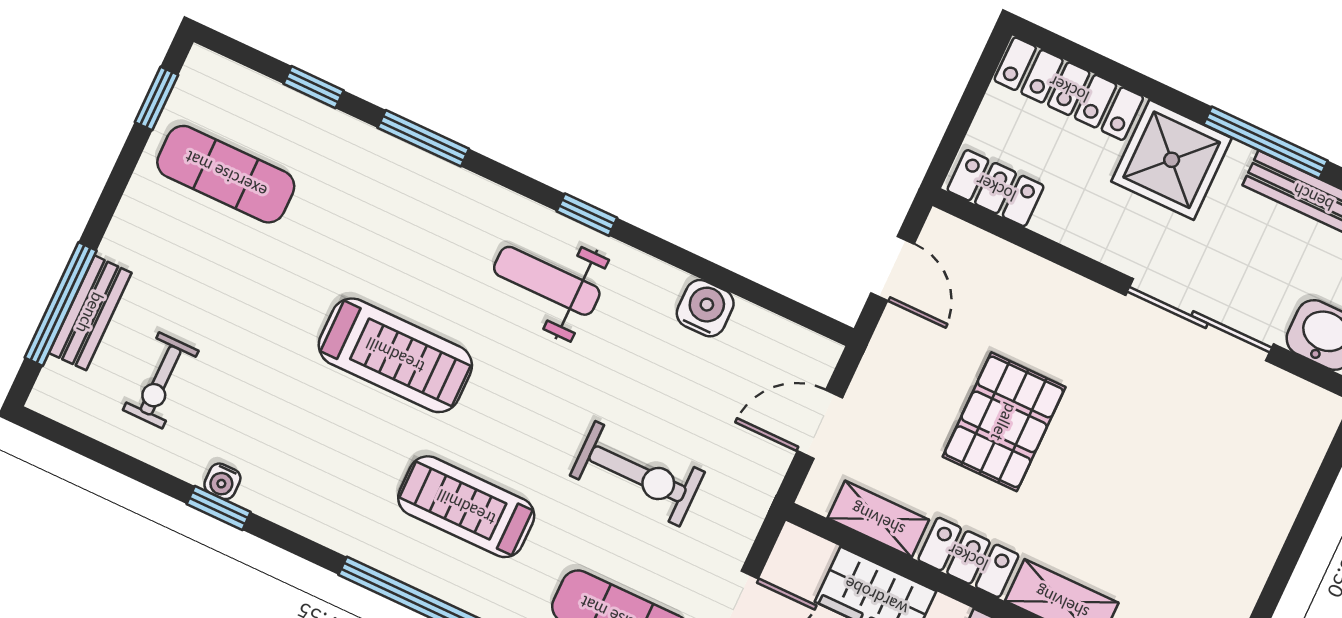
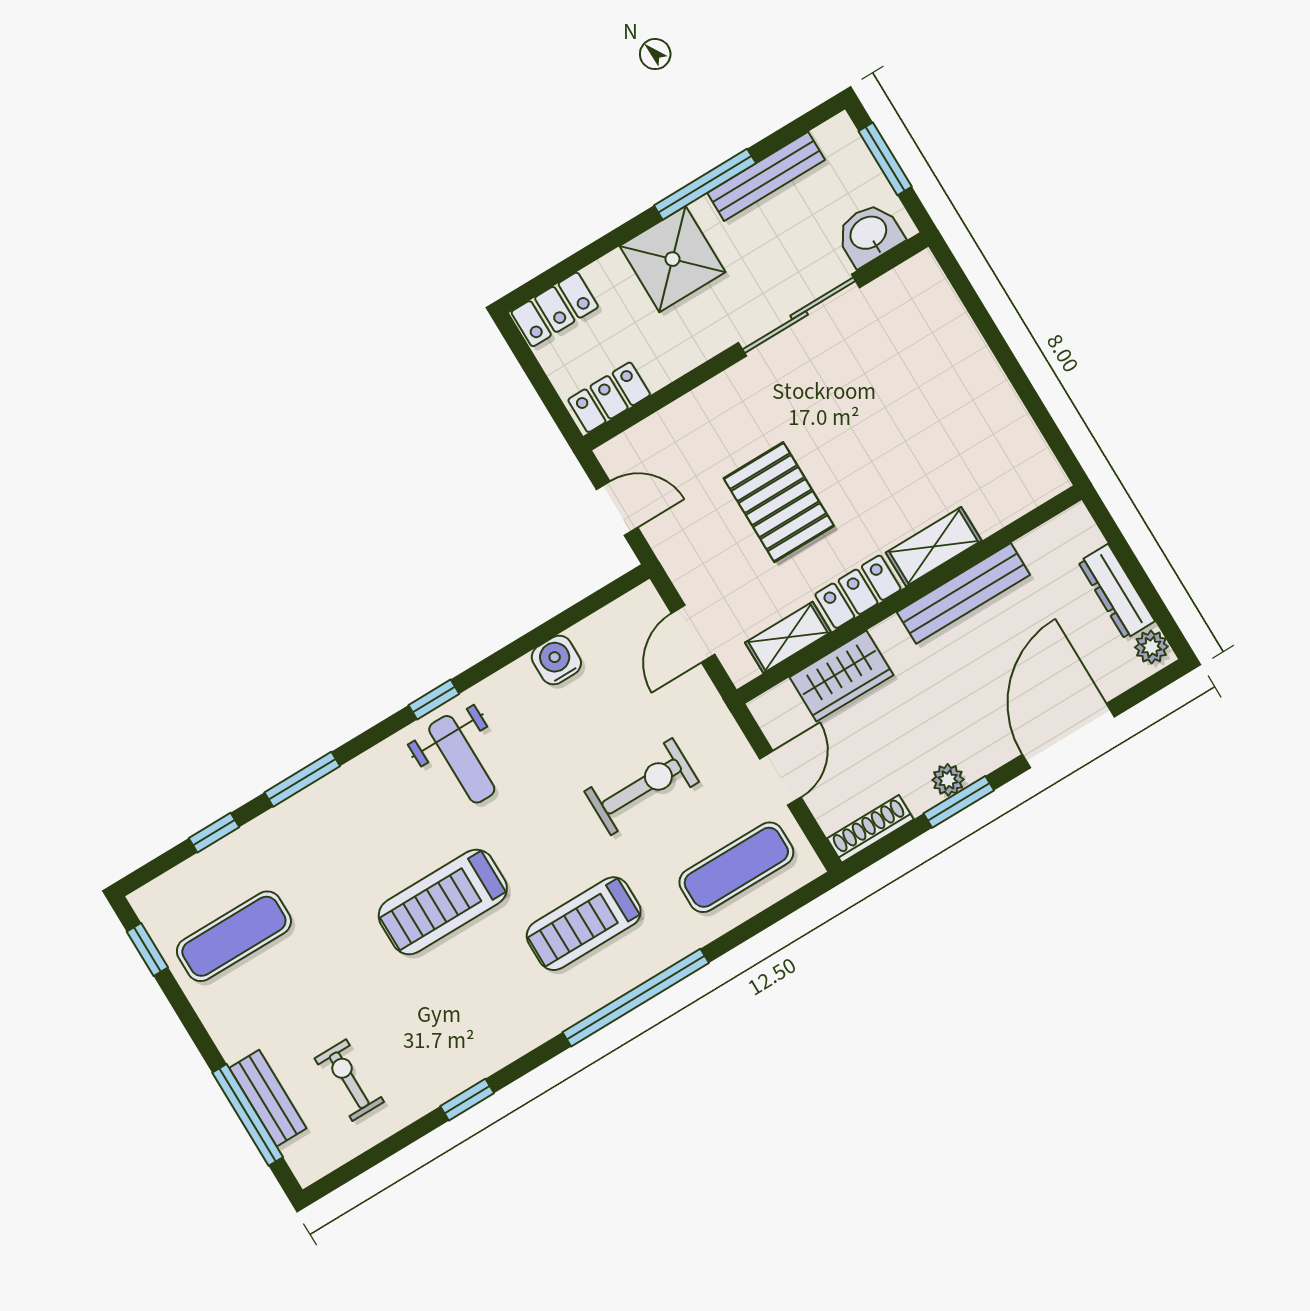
locker: (1069, 89) -> (555, 309), width x0.66
weight bench: (547, 281) -> (462, 759), turned -90
treadmill: (395, 355) -> (443, 902), turned 180
exercise bike: (161, 380) -> (349, 1080), turned 180
water cooler: (222, 481) -> (450, 1084), removed

